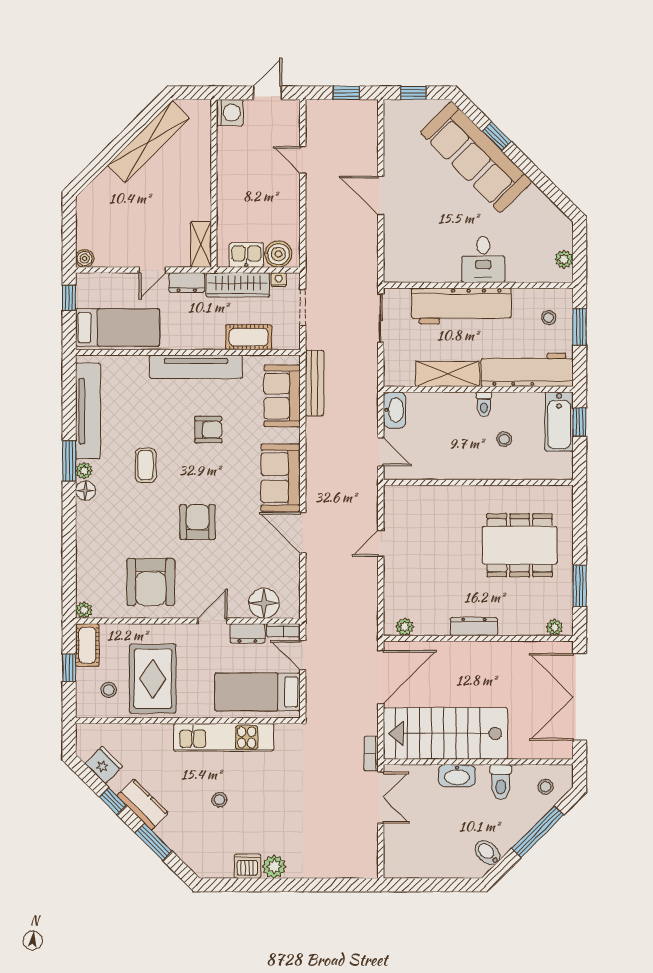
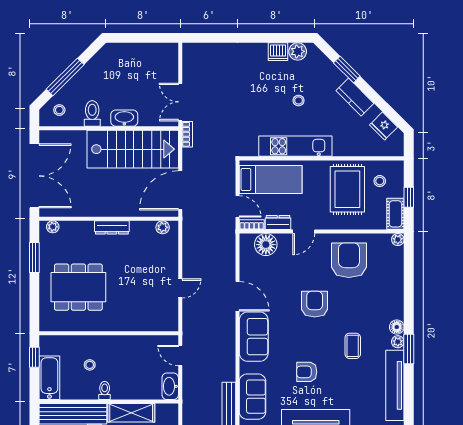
window: (580, 422) -> (34, 357), moved
armchair: (198, 522) -> (315, 304), turned 180
window: (113, 801) -> (377, 100), removed
bidet: (488, 853) -> (102, 62), removed
plant: (274, 867) -> (298, 51), moved

